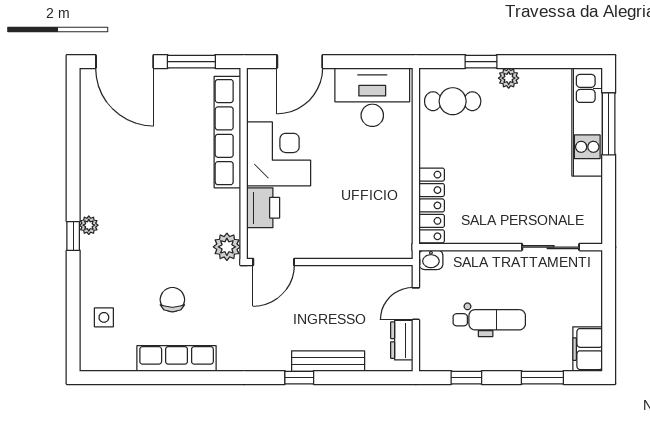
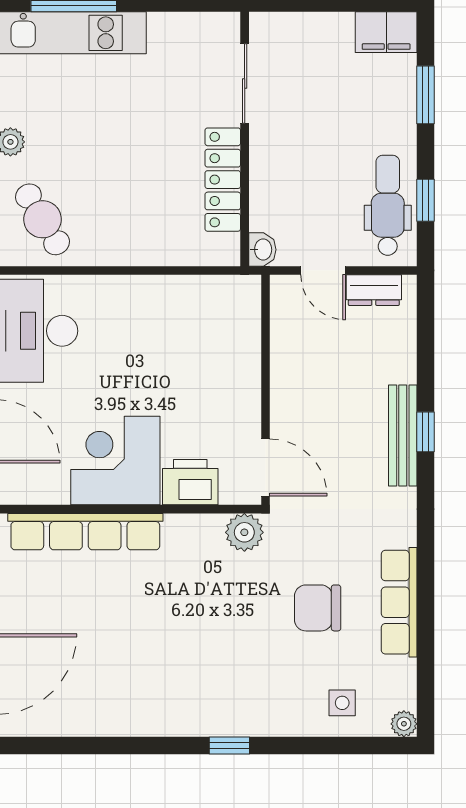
cafe table: (453, 101) -> (43, 219), turned -31
locker: (432, 205) -> (223, 180), moved, turned -90
plant: (89, 225) -> (404, 724), moved
chair: (172, 300) -> (318, 608), width x1.37, depth x1.37
dental chair: (489, 320) -> (388, 205), moved
bench: (328, 361) -> (403, 435), moved

